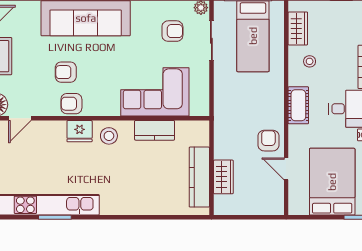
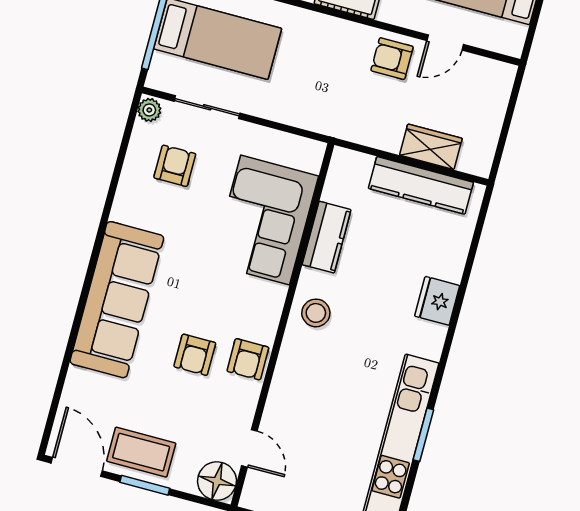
fridge: (80, 131) -> (437, 301), moved, turned 180

